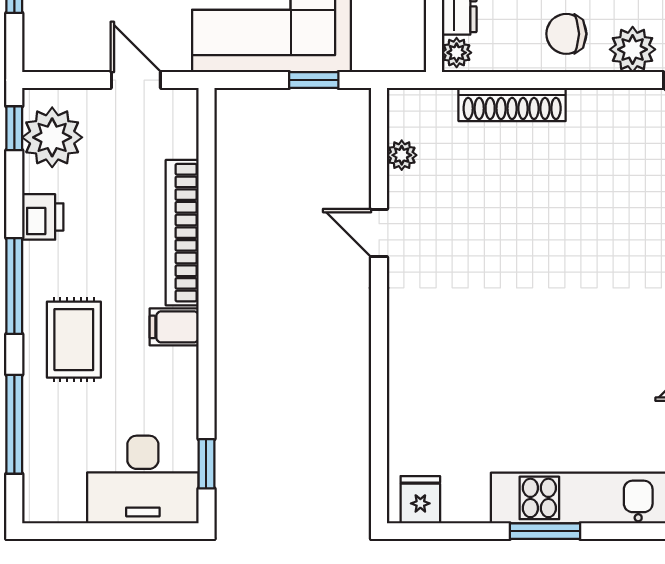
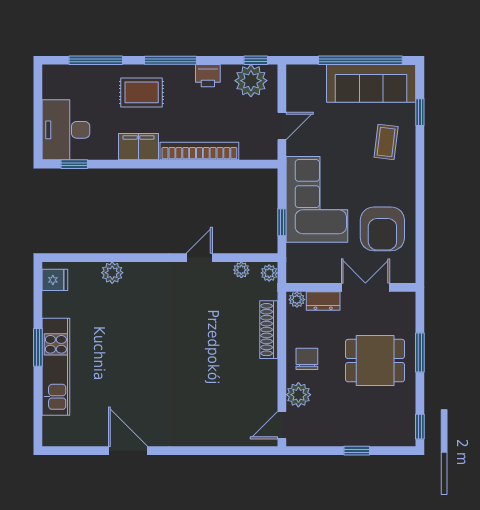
plant: (408, 104) -> (269, 273), added
filing cabinet: (174, 327) -> (138, 147), width x2.00
plant: (407, 394) -> (112, 273), added

